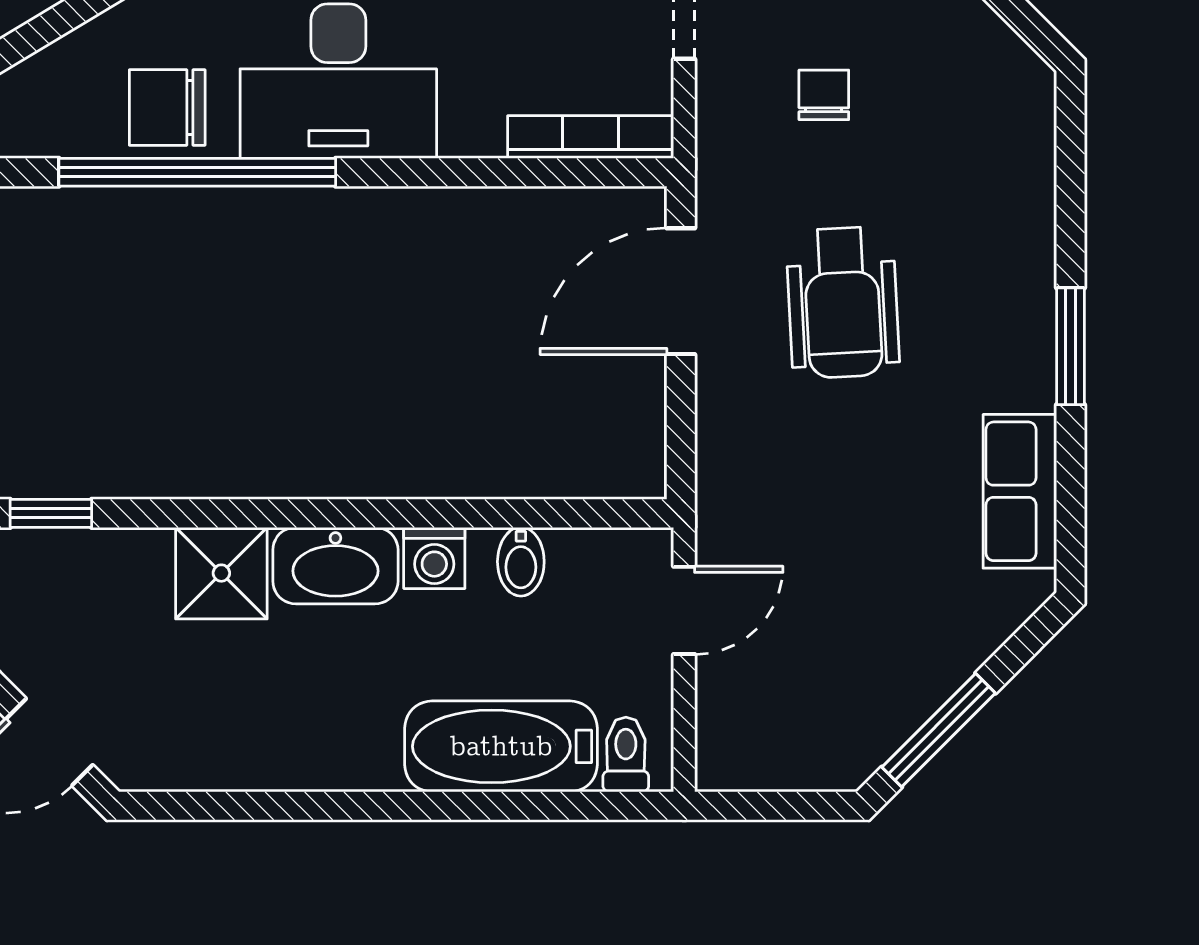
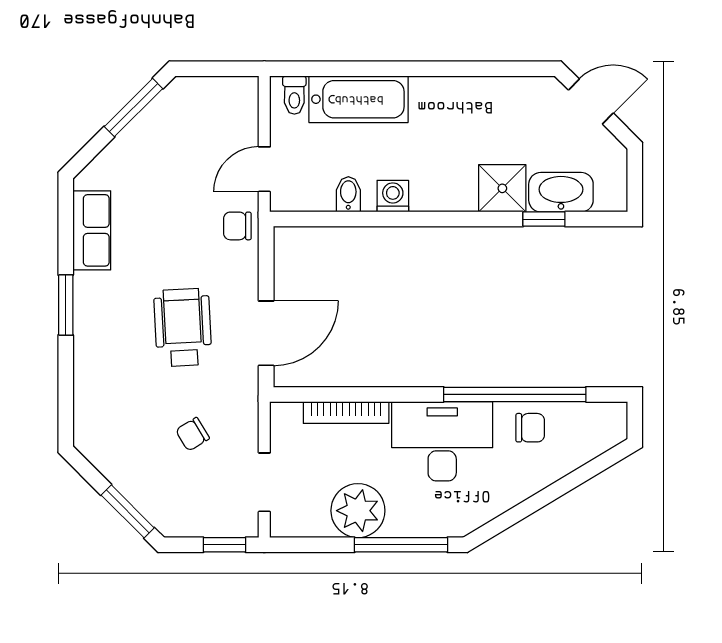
chair: (824, 95) -> (193, 434), turned 59
chair: (167, 108) -> (530, 428), width x0.73, depth x0.73
bookcase: (591, 137) -> (346, 413), moved
chair: (737, 500) -> (237, 226), added
window: (51, 513) -> (544, 219), moved
washbasin: (335, 566) -> (561, 192), moved

